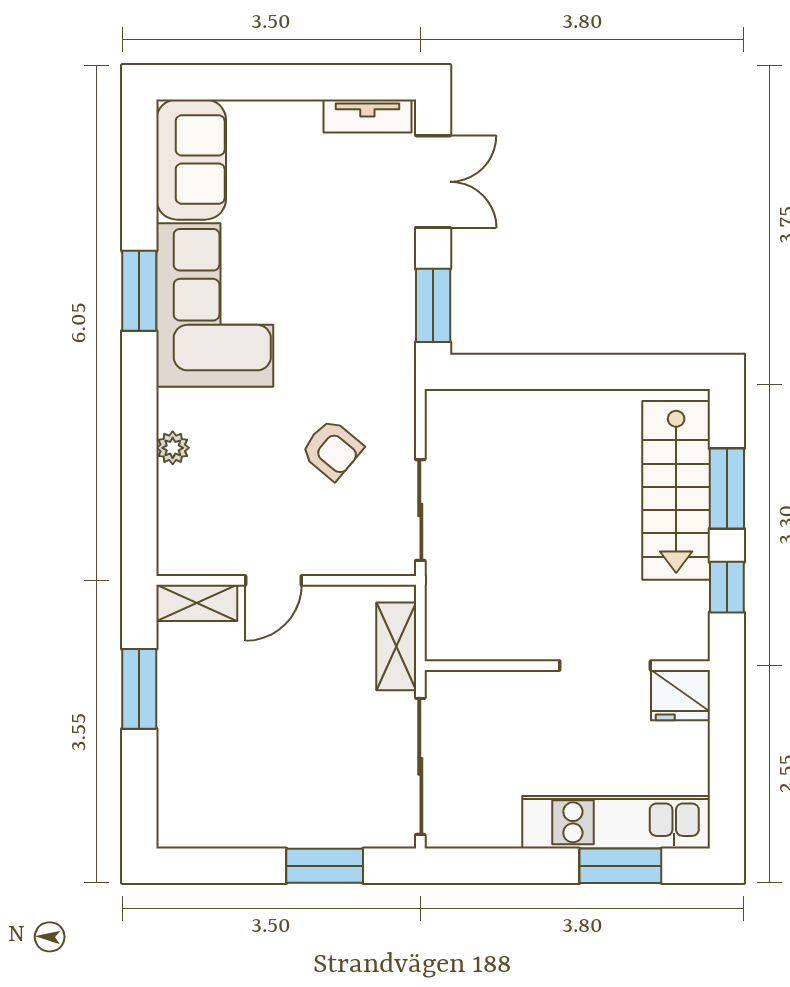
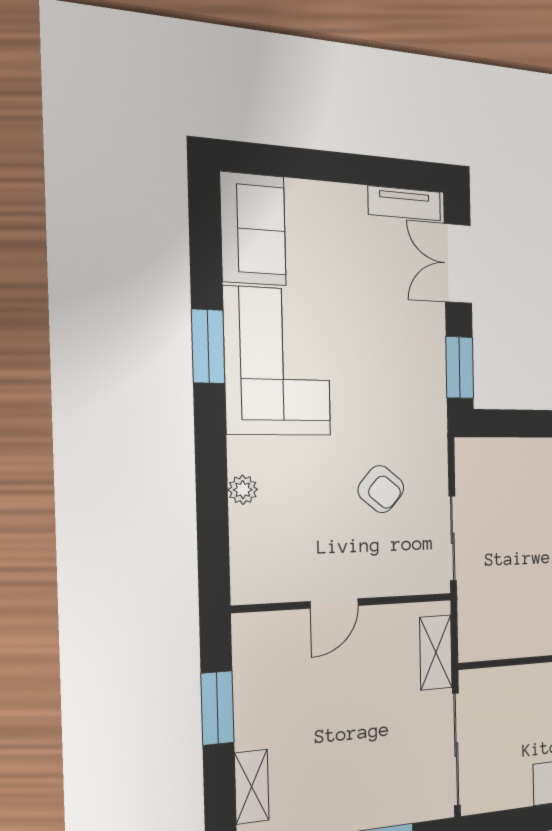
double door: (433, 182) -> (458, 264), swing flipped
shelving: (197, 603) -> (252, 787), moved, turned 90

